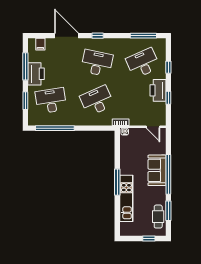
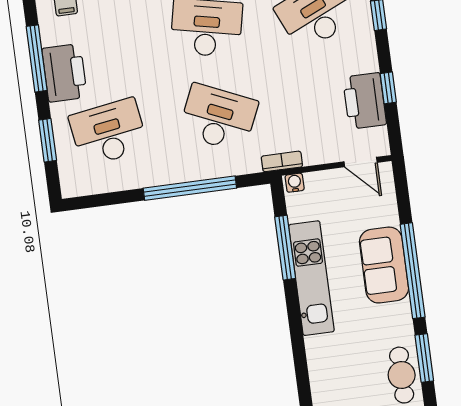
printer: (158, 90) -> (365, 101), moved
desk: (97, 101) -> (218, 118), turned 48
window: (55, 128) -> (190, 188), moved
window: (117, 182) -> (285, 248), moved
kitchen unit: (126, 198) -> (311, 278), moved

